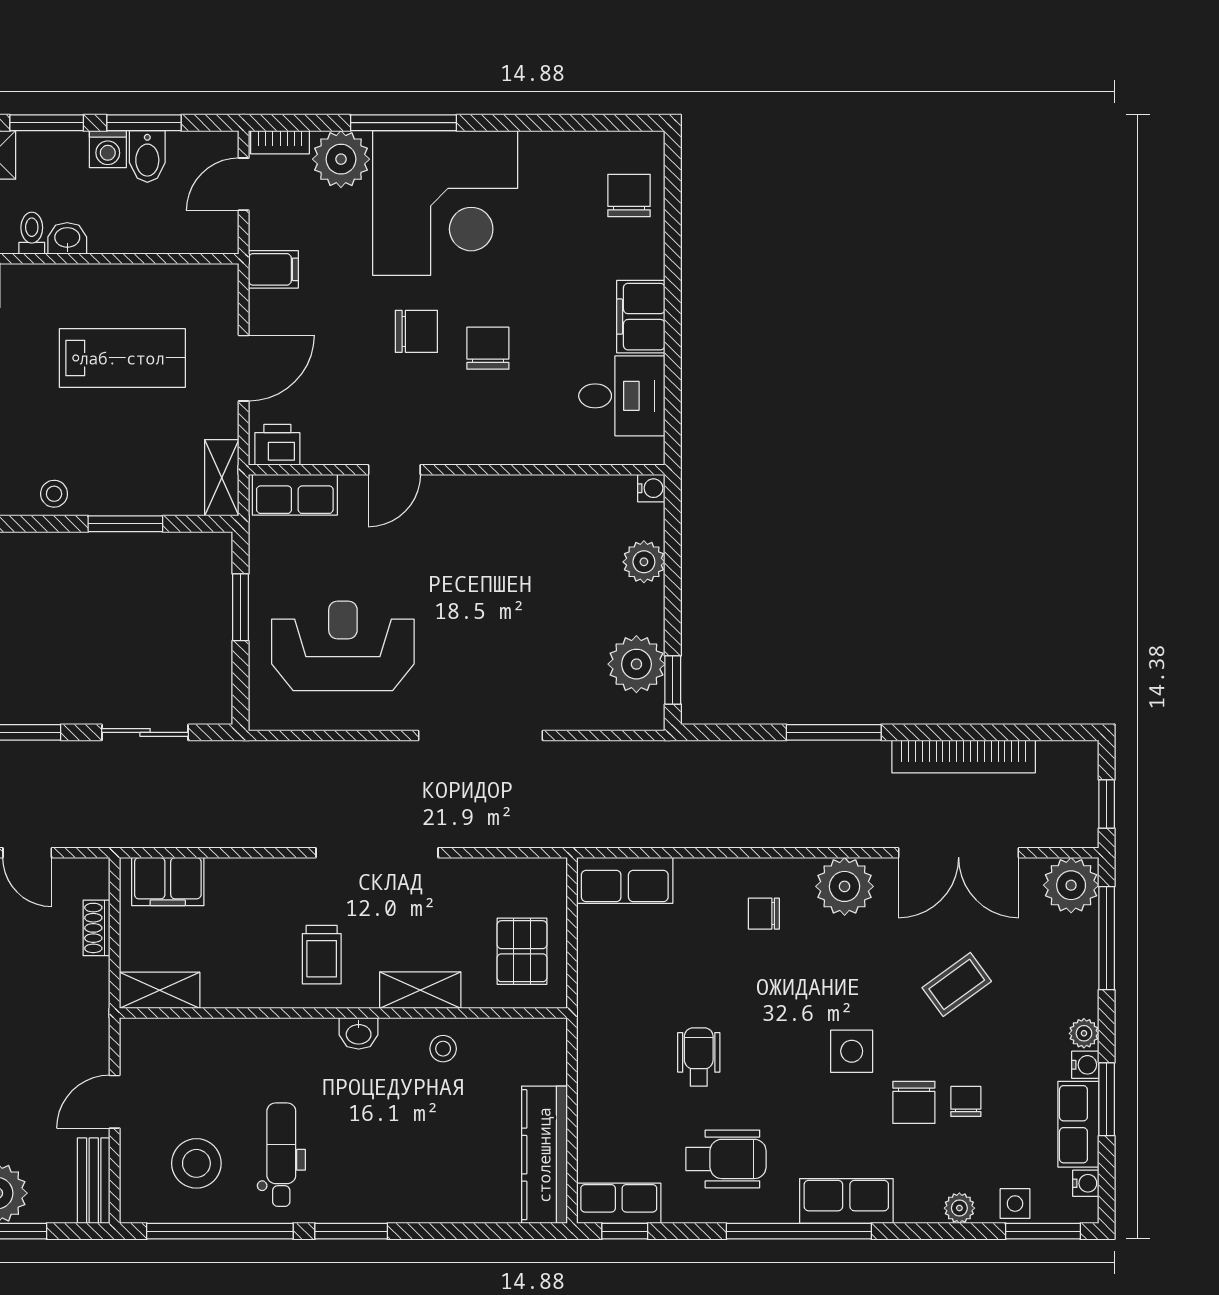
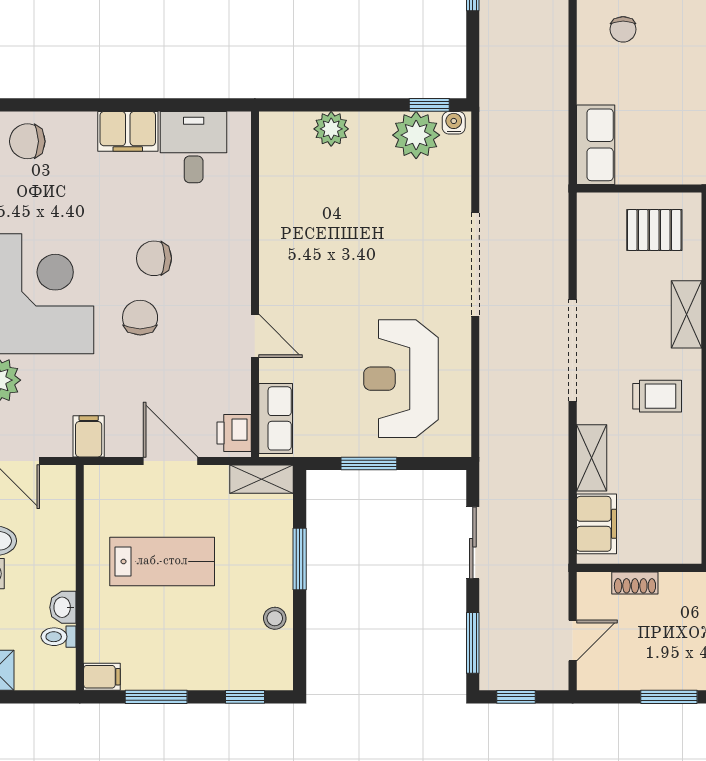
lab bench: (122, 358) -> (162, 561), turned 90
water cooler: (651, 488) -> (454, 123), moved
shelving: (160, 990) -> (592, 458), moved

